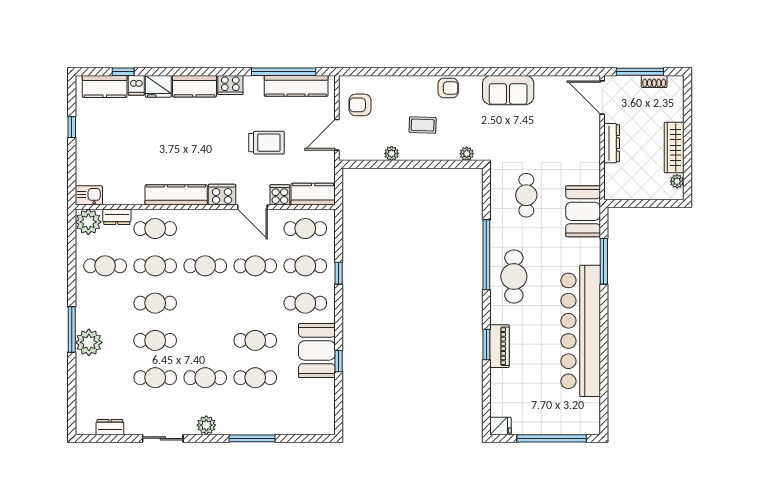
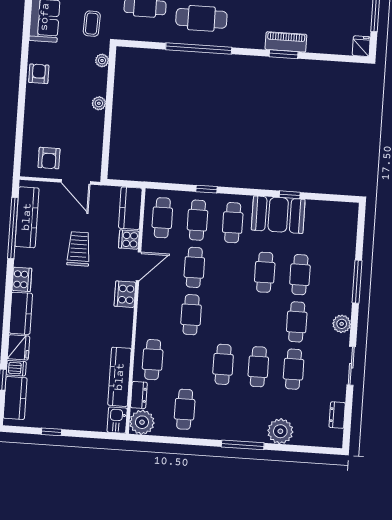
coffee table: (423, 125) -> (92, 24), moved
plant: (392, 153) -> (99, 103), moved
kitchen counter: (176, 195) -> (120, 377), moved
cafe table: (155, 266) -> (188, 362), removed
cafe table: (514, 277) -> (201, 18), moved
plant: (89, 342) -> (280, 431), moved

